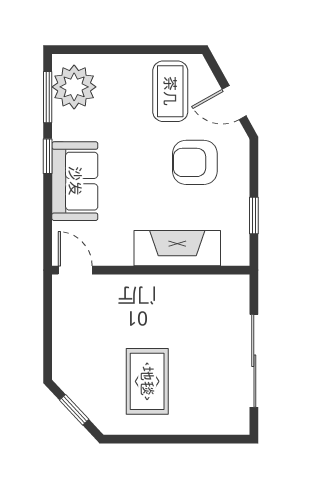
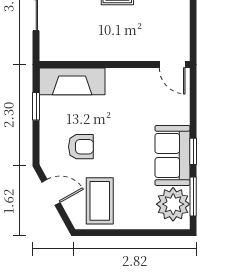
armchair: (195, 162) -> (81, 147), width x0.72, depth x0.72
sofa: (75, 181) -> (172, 155), moved
fireplace: (177, 248) -> (72, 81), moved

